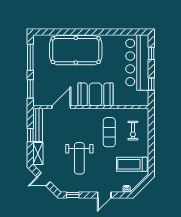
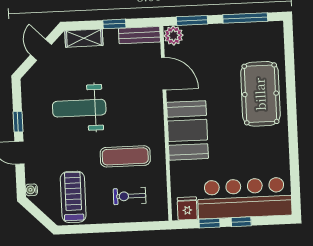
pool table: (76, 50) -> (260, 94), width x0.73, depth x0.76
window: (151, 53) -> (241, 222), moved
fridge: (142, 97) -> (187, 208), added
plant: (39, 100) -> (173, 36), added
bench: (38, 125) -> (139, 35), width x0.73
window: (73, 195) -> (18, 122), moved

